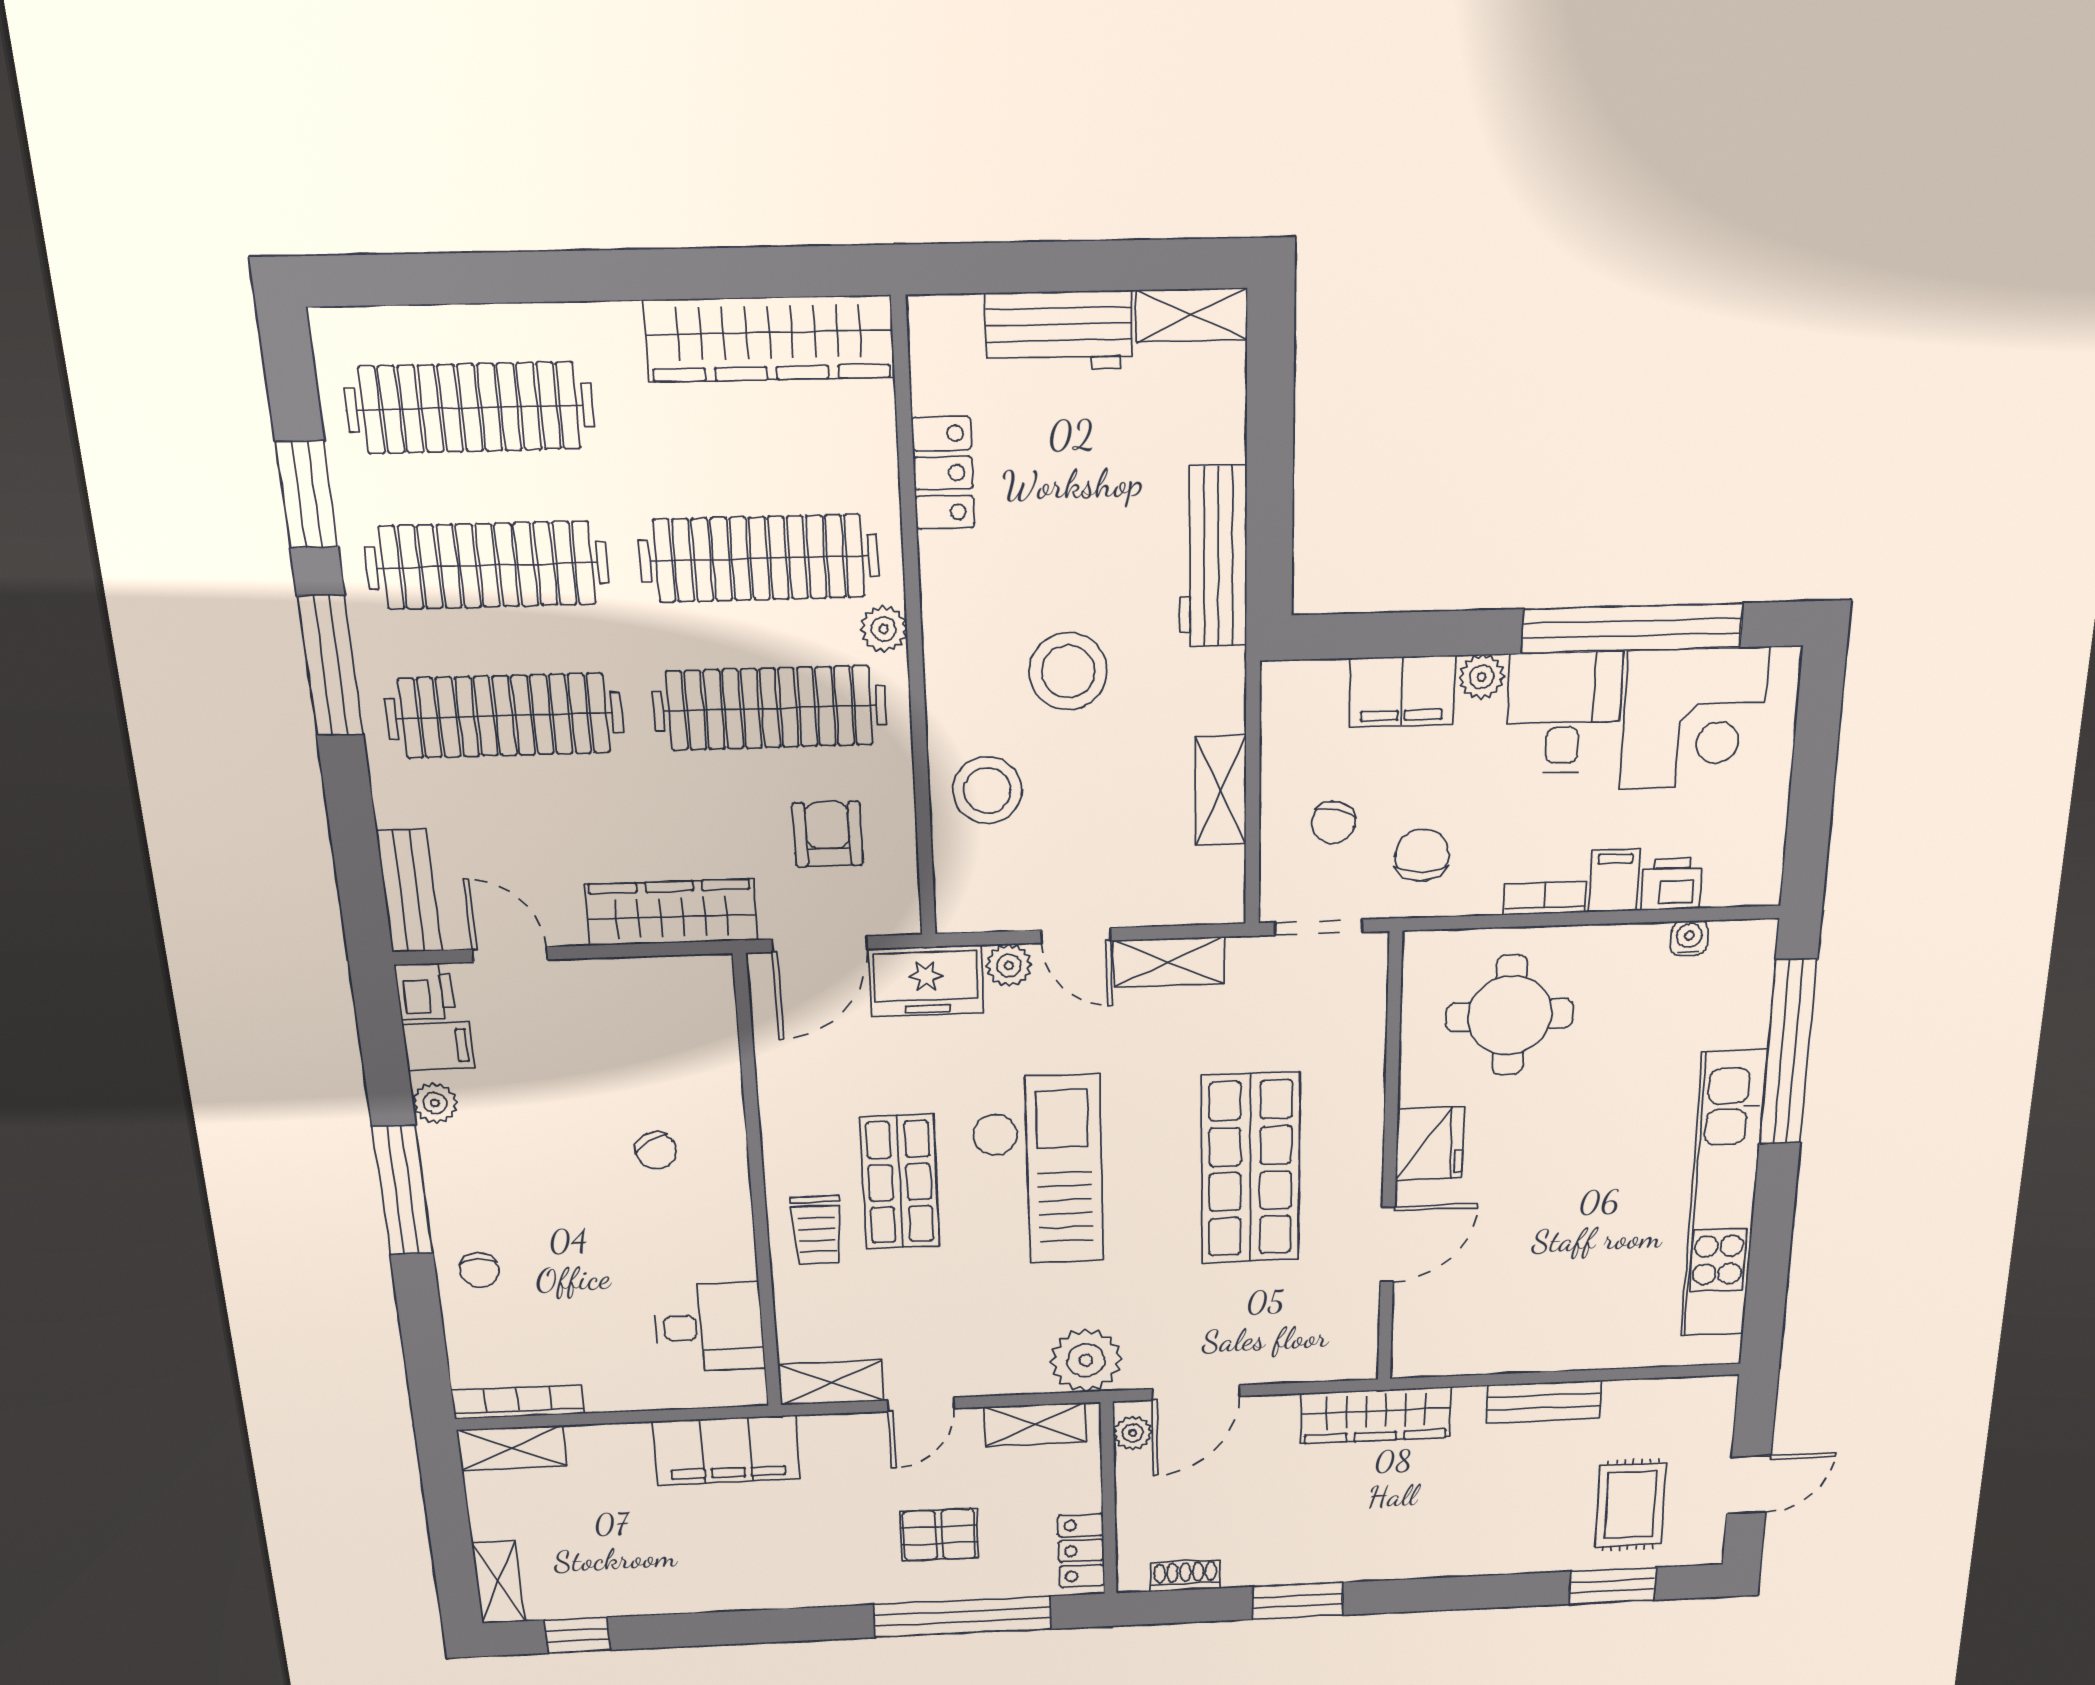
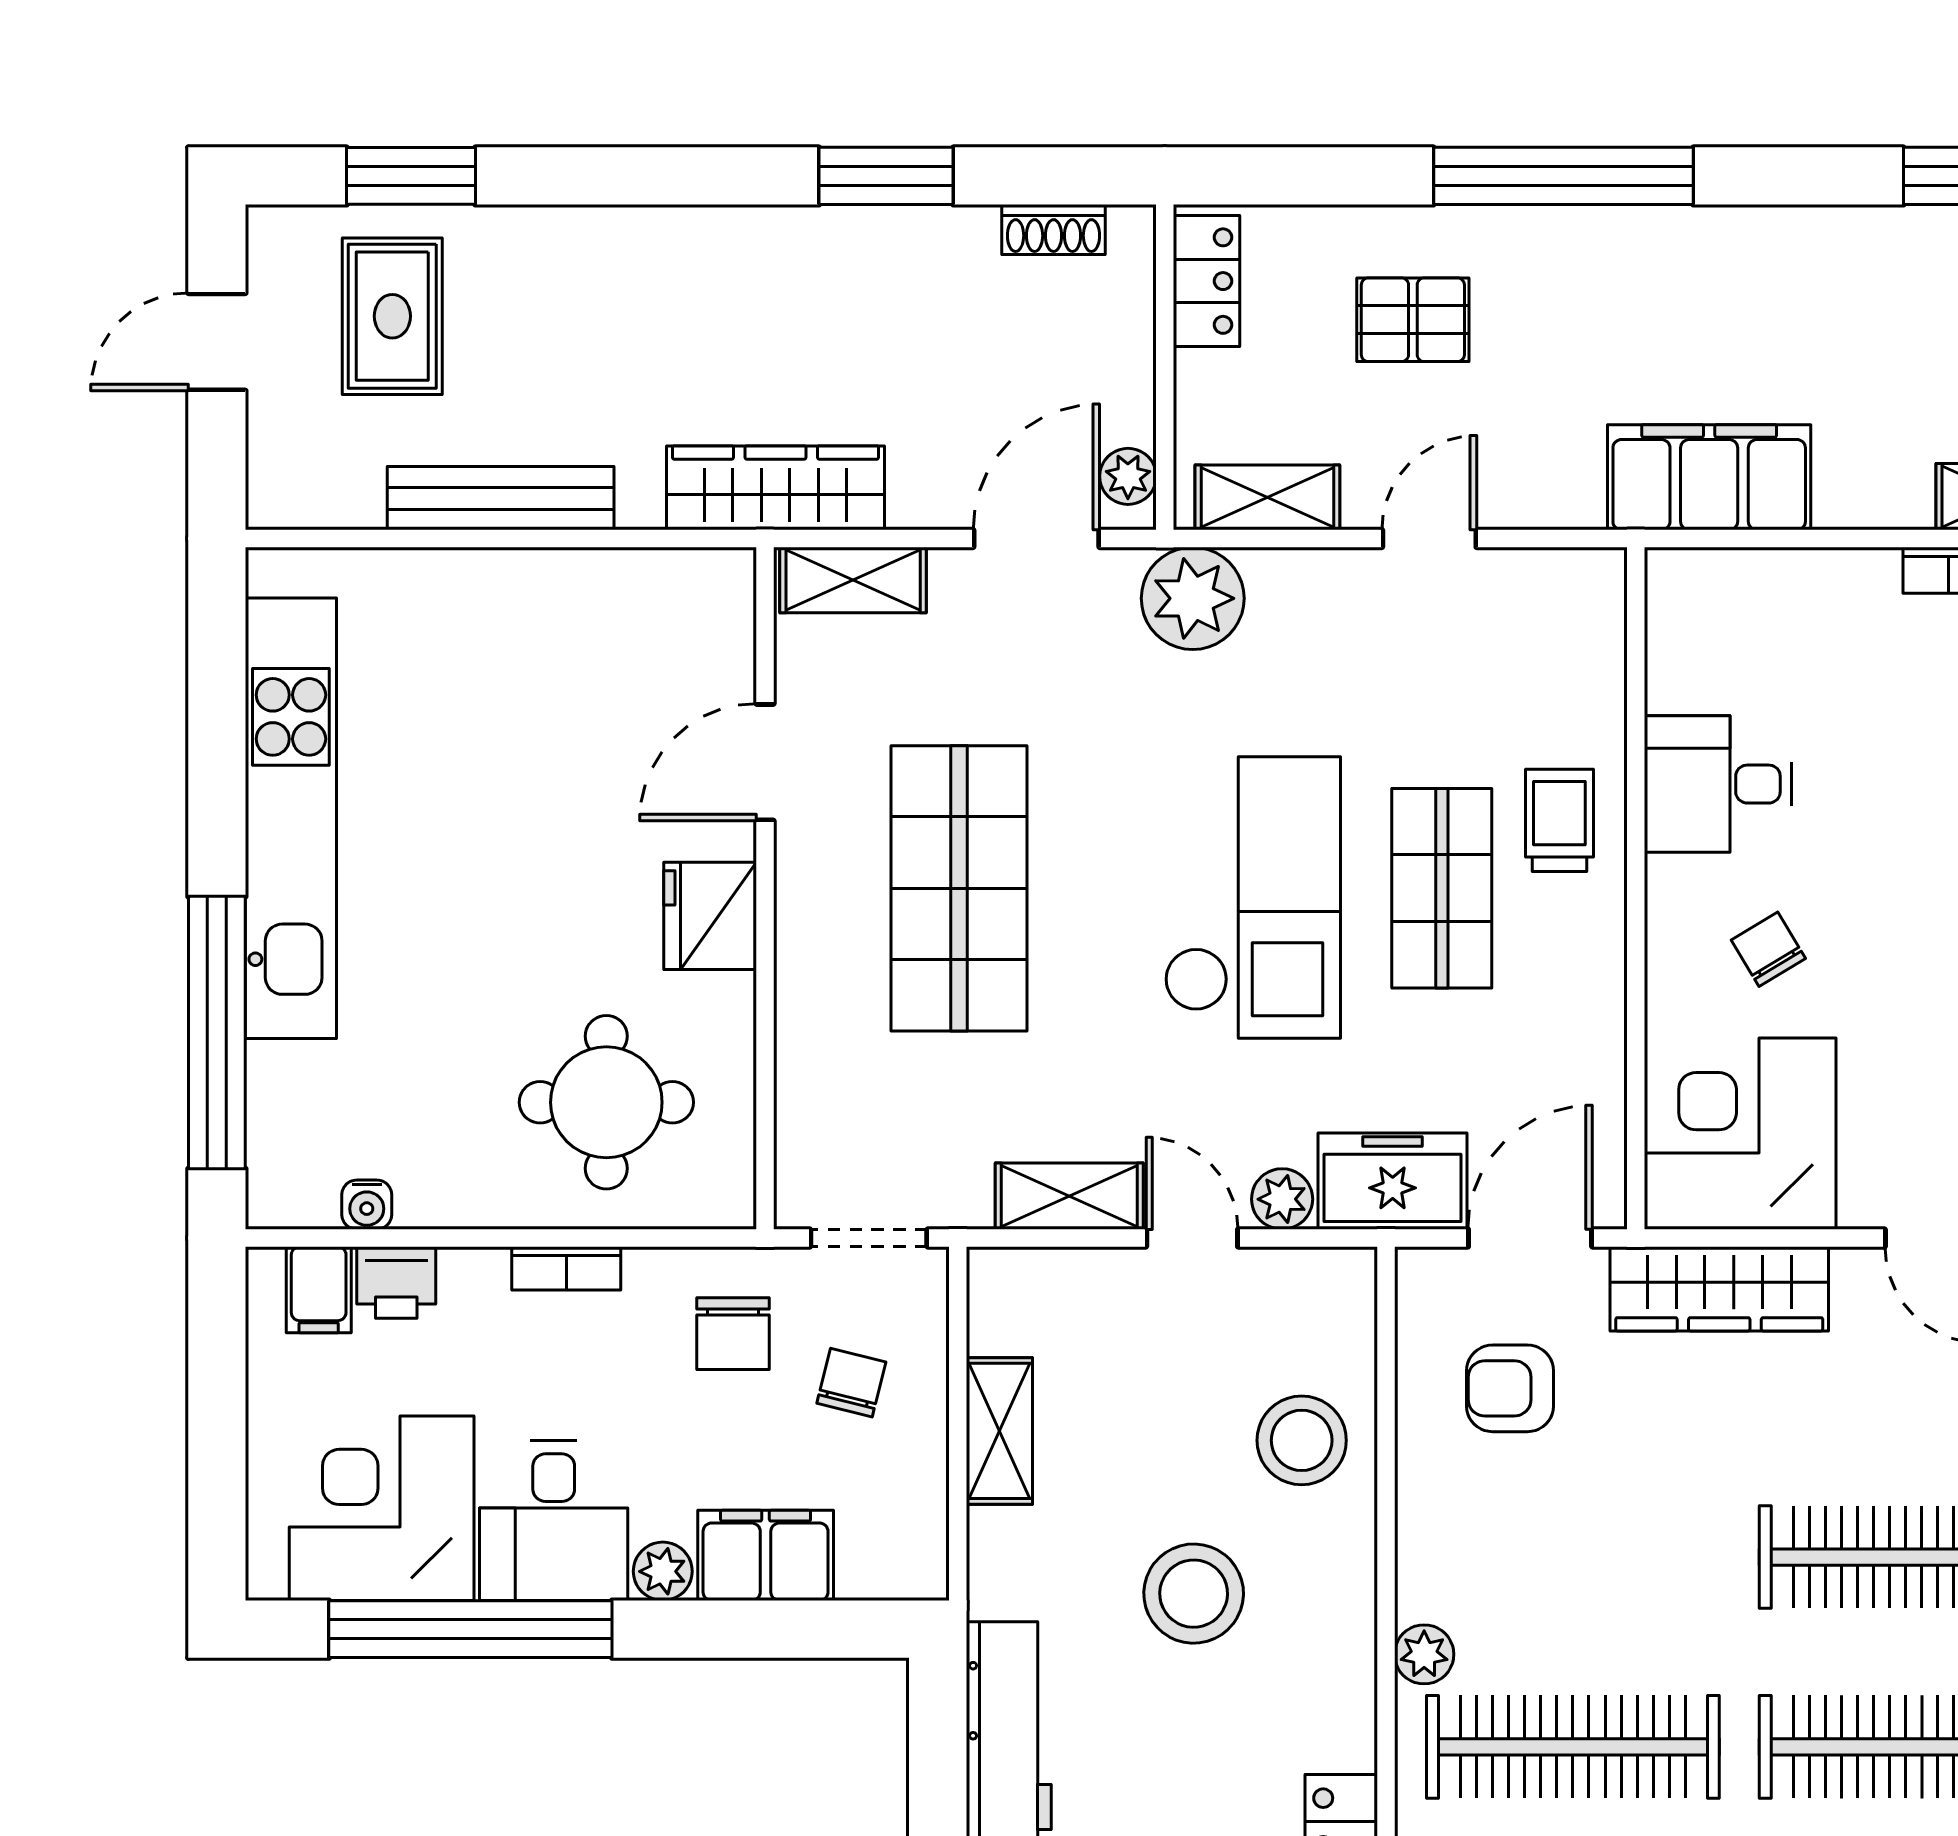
clothes rail: (770, 708) -> (1573, 1557), removed
armchair: (828, 834) -> (1510, 1388), turned 90
filing cabinet: (1614, 881) -> (319, 1290), moved
corner desk: (665, 1023) -> (1740, 1134), added
checkout: (1038, 1171) -> (1252, 898), turned 180
desk: (709, 1327) -> (1718, 784), moved
shelving: (831, 1383) -> (853, 580), moved
bench: (1544, 1402) -> (501, 498), width x1.36
window: (962, 1617) -> (1563, 176), moved

